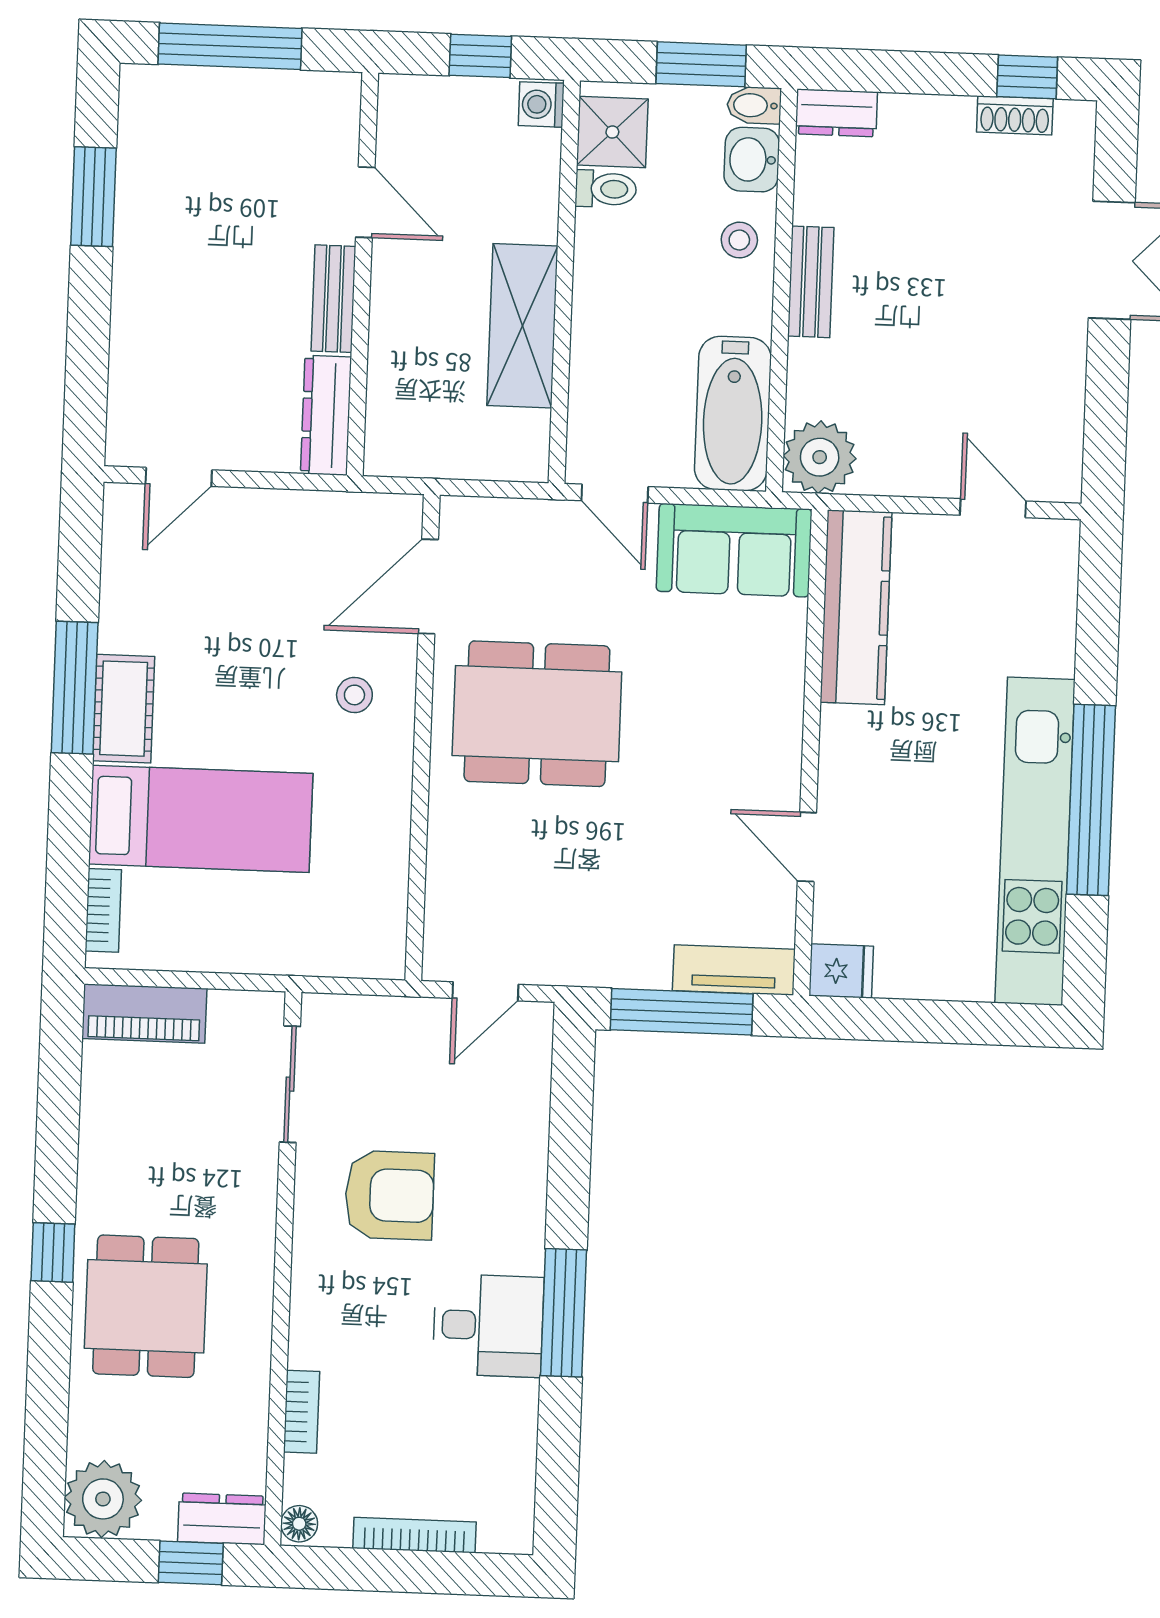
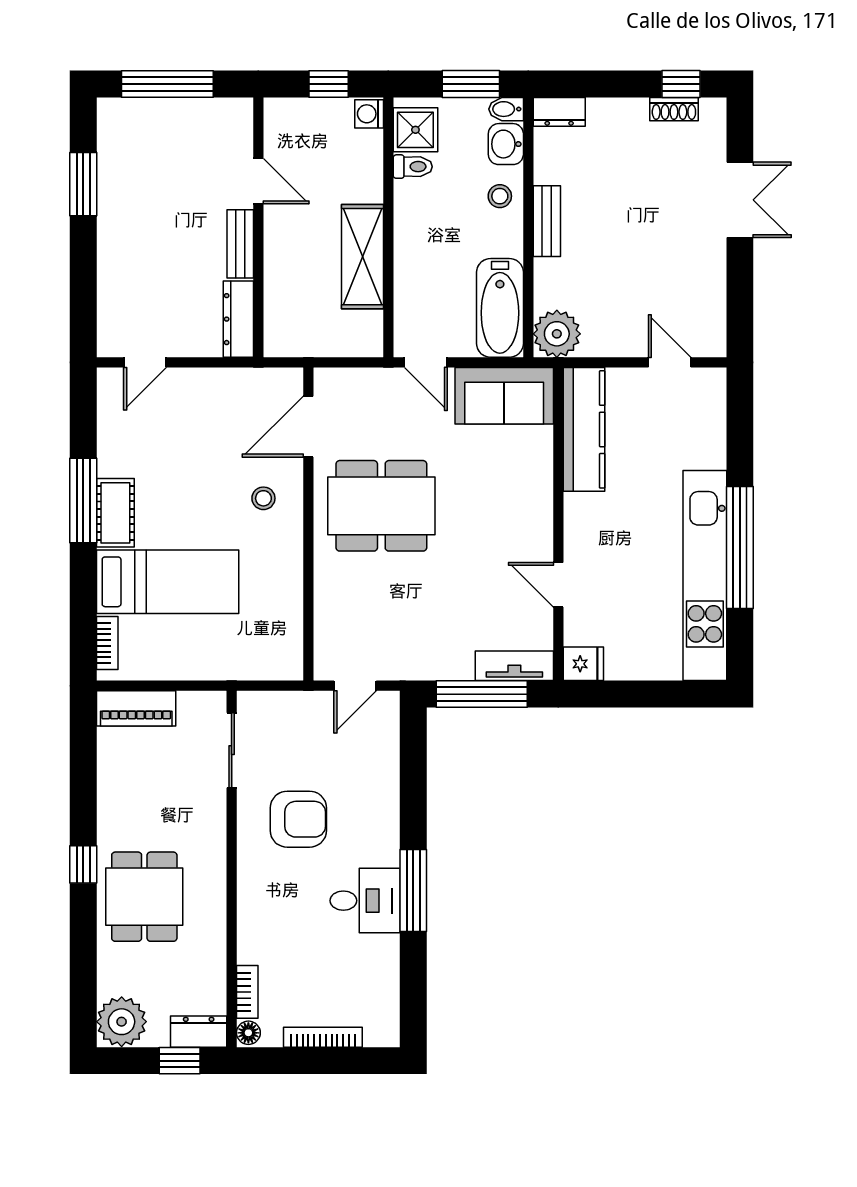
bookcase: (302, 1412) -> (247, 992), moved

